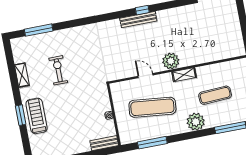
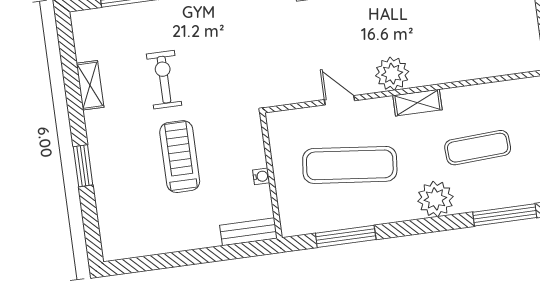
treadmill: (36, 116) -> (180, 157), moved

